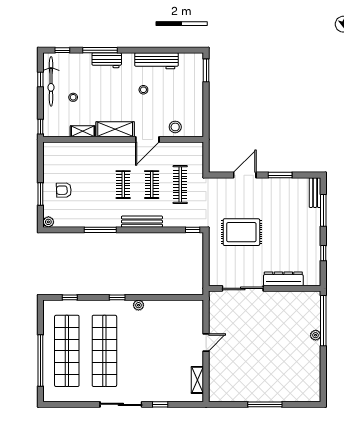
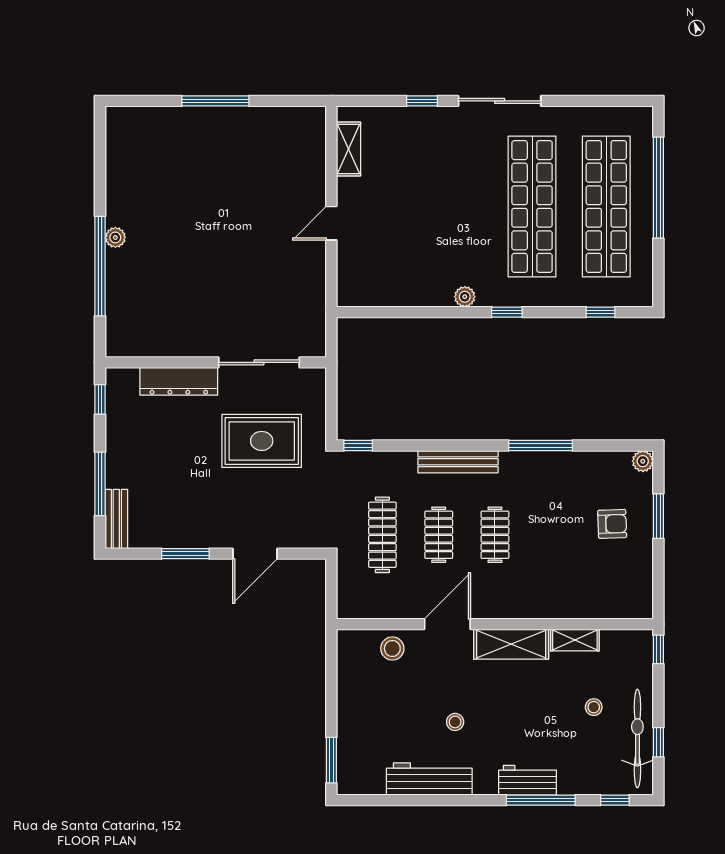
dresser: (283, 279) -> (179, 381), moved
sliding door: (243, 288) -> (259, 362), moved
wall: (265, 288) -> (216, 362), moved

